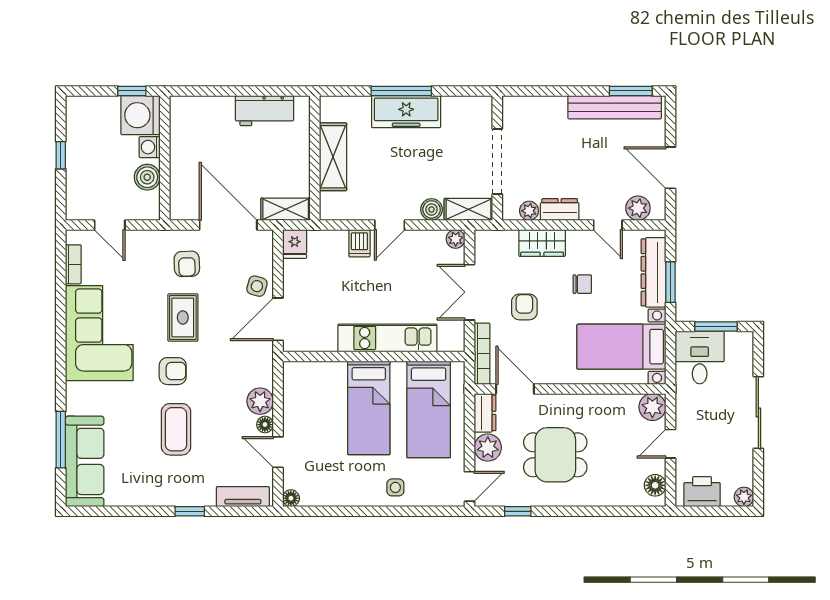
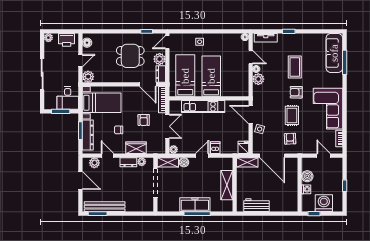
washing machine: (141, 115) -> (324, 203), moved, turned -90
door: (278, 319) -> (251, 115), swing flipped

